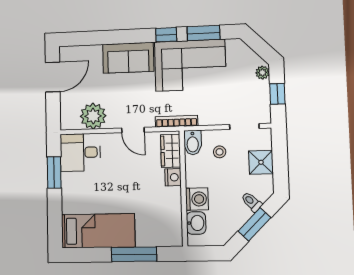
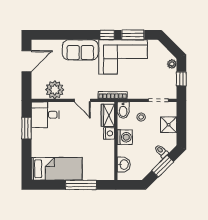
washing machine: (197, 199) -> (125, 137), moved

